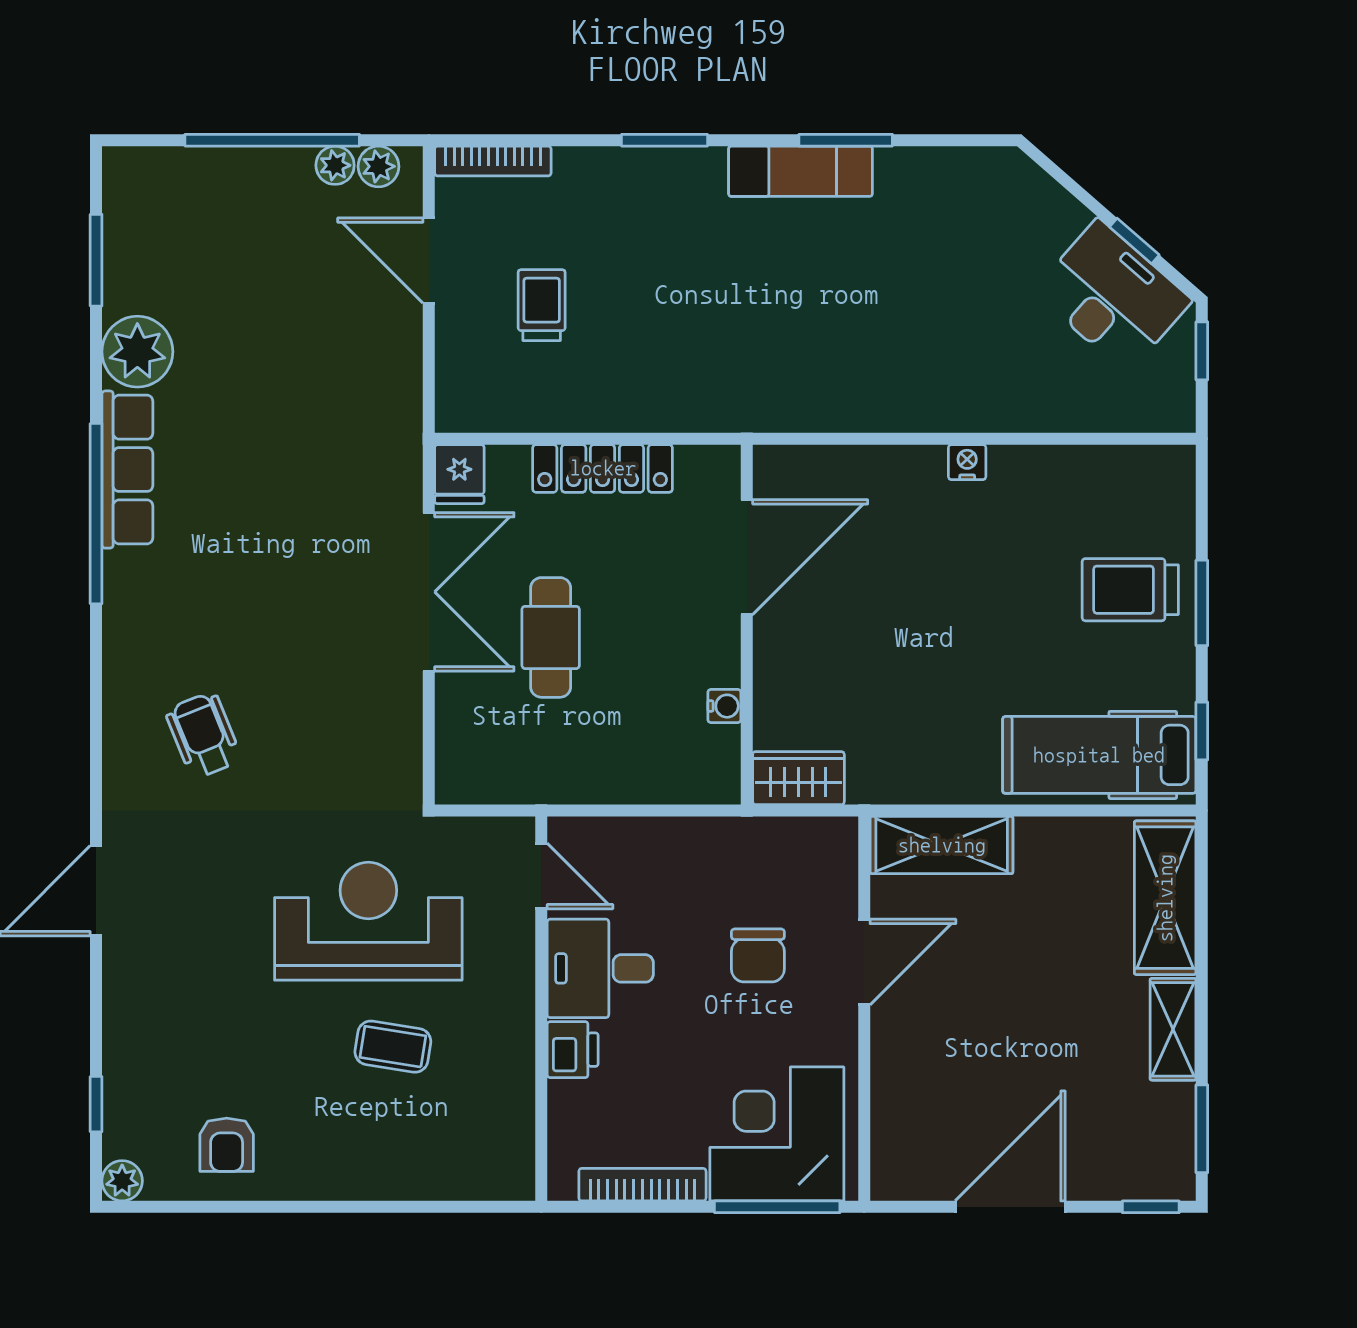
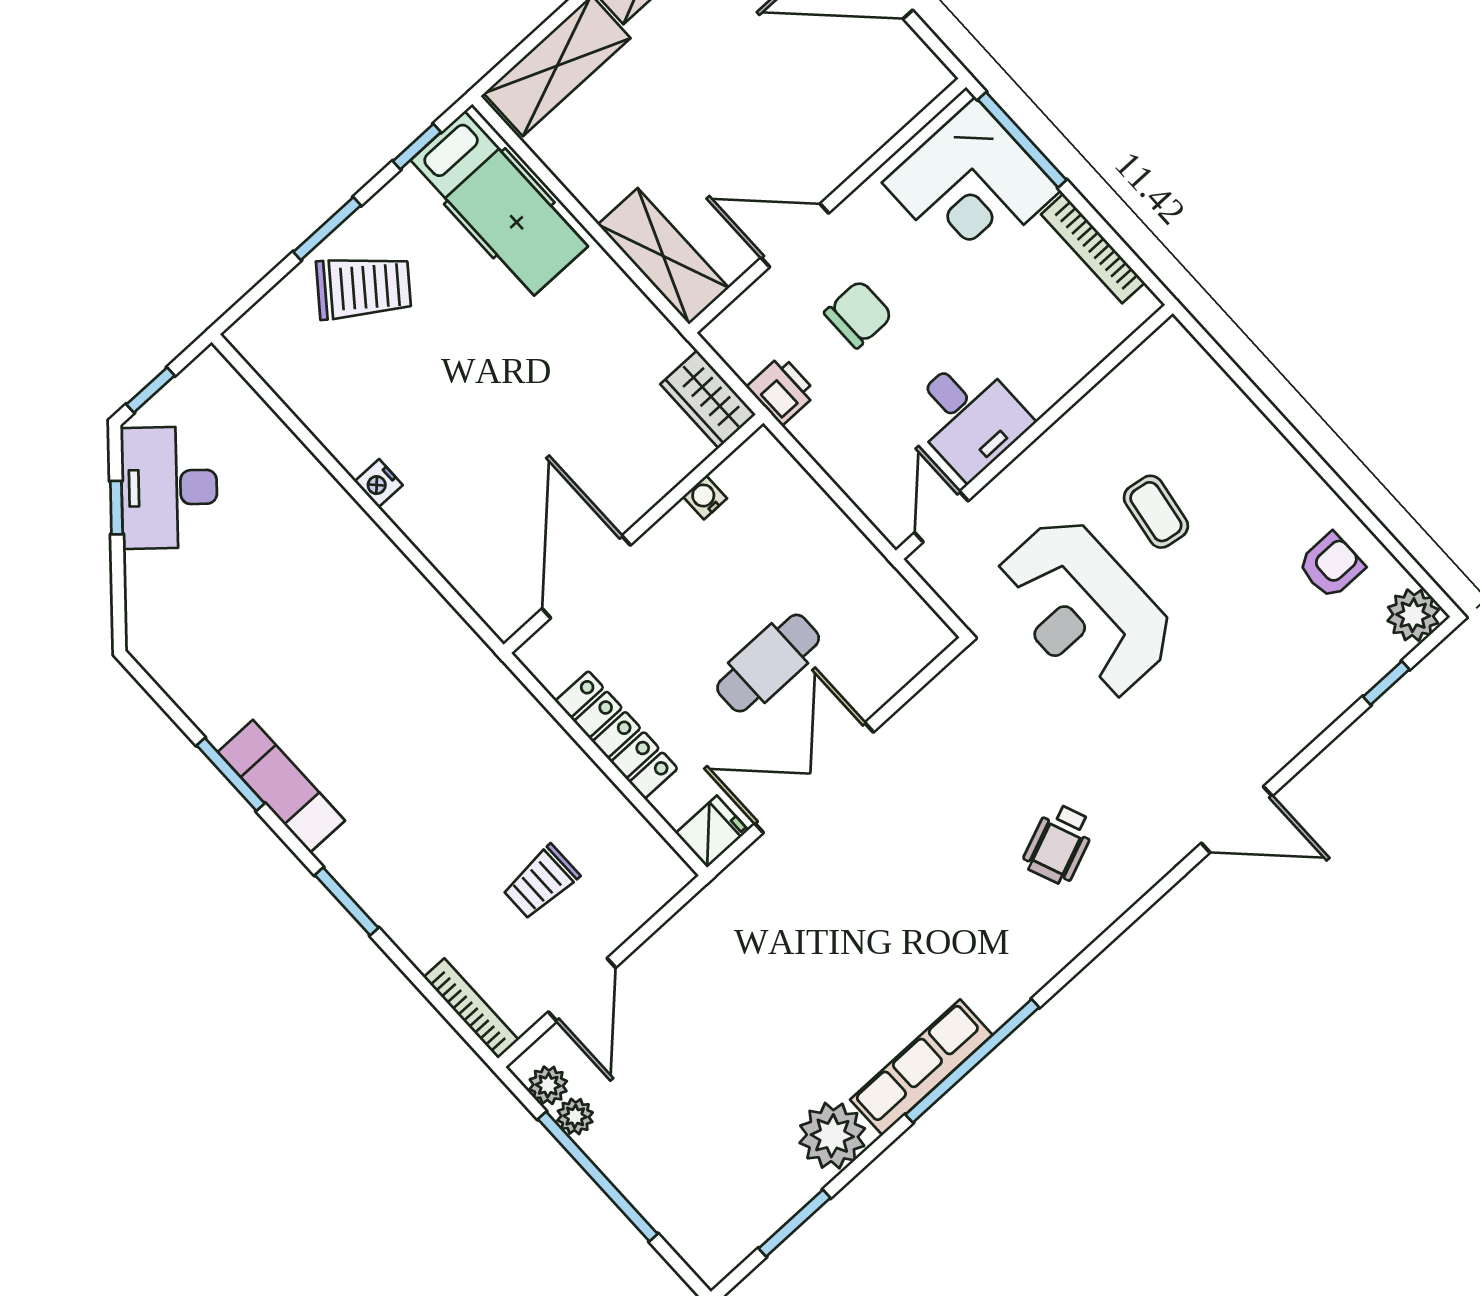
door: (747, 557) -> (586, 577), hinge flipped
trolley: (1130, 590) -> (364, 287), turned -52
printer: (573, 1050) -> (782, 390), moved, turned 90
plant: (122, 1181) -> (1413, 615), width x1.38, depth x1.38

